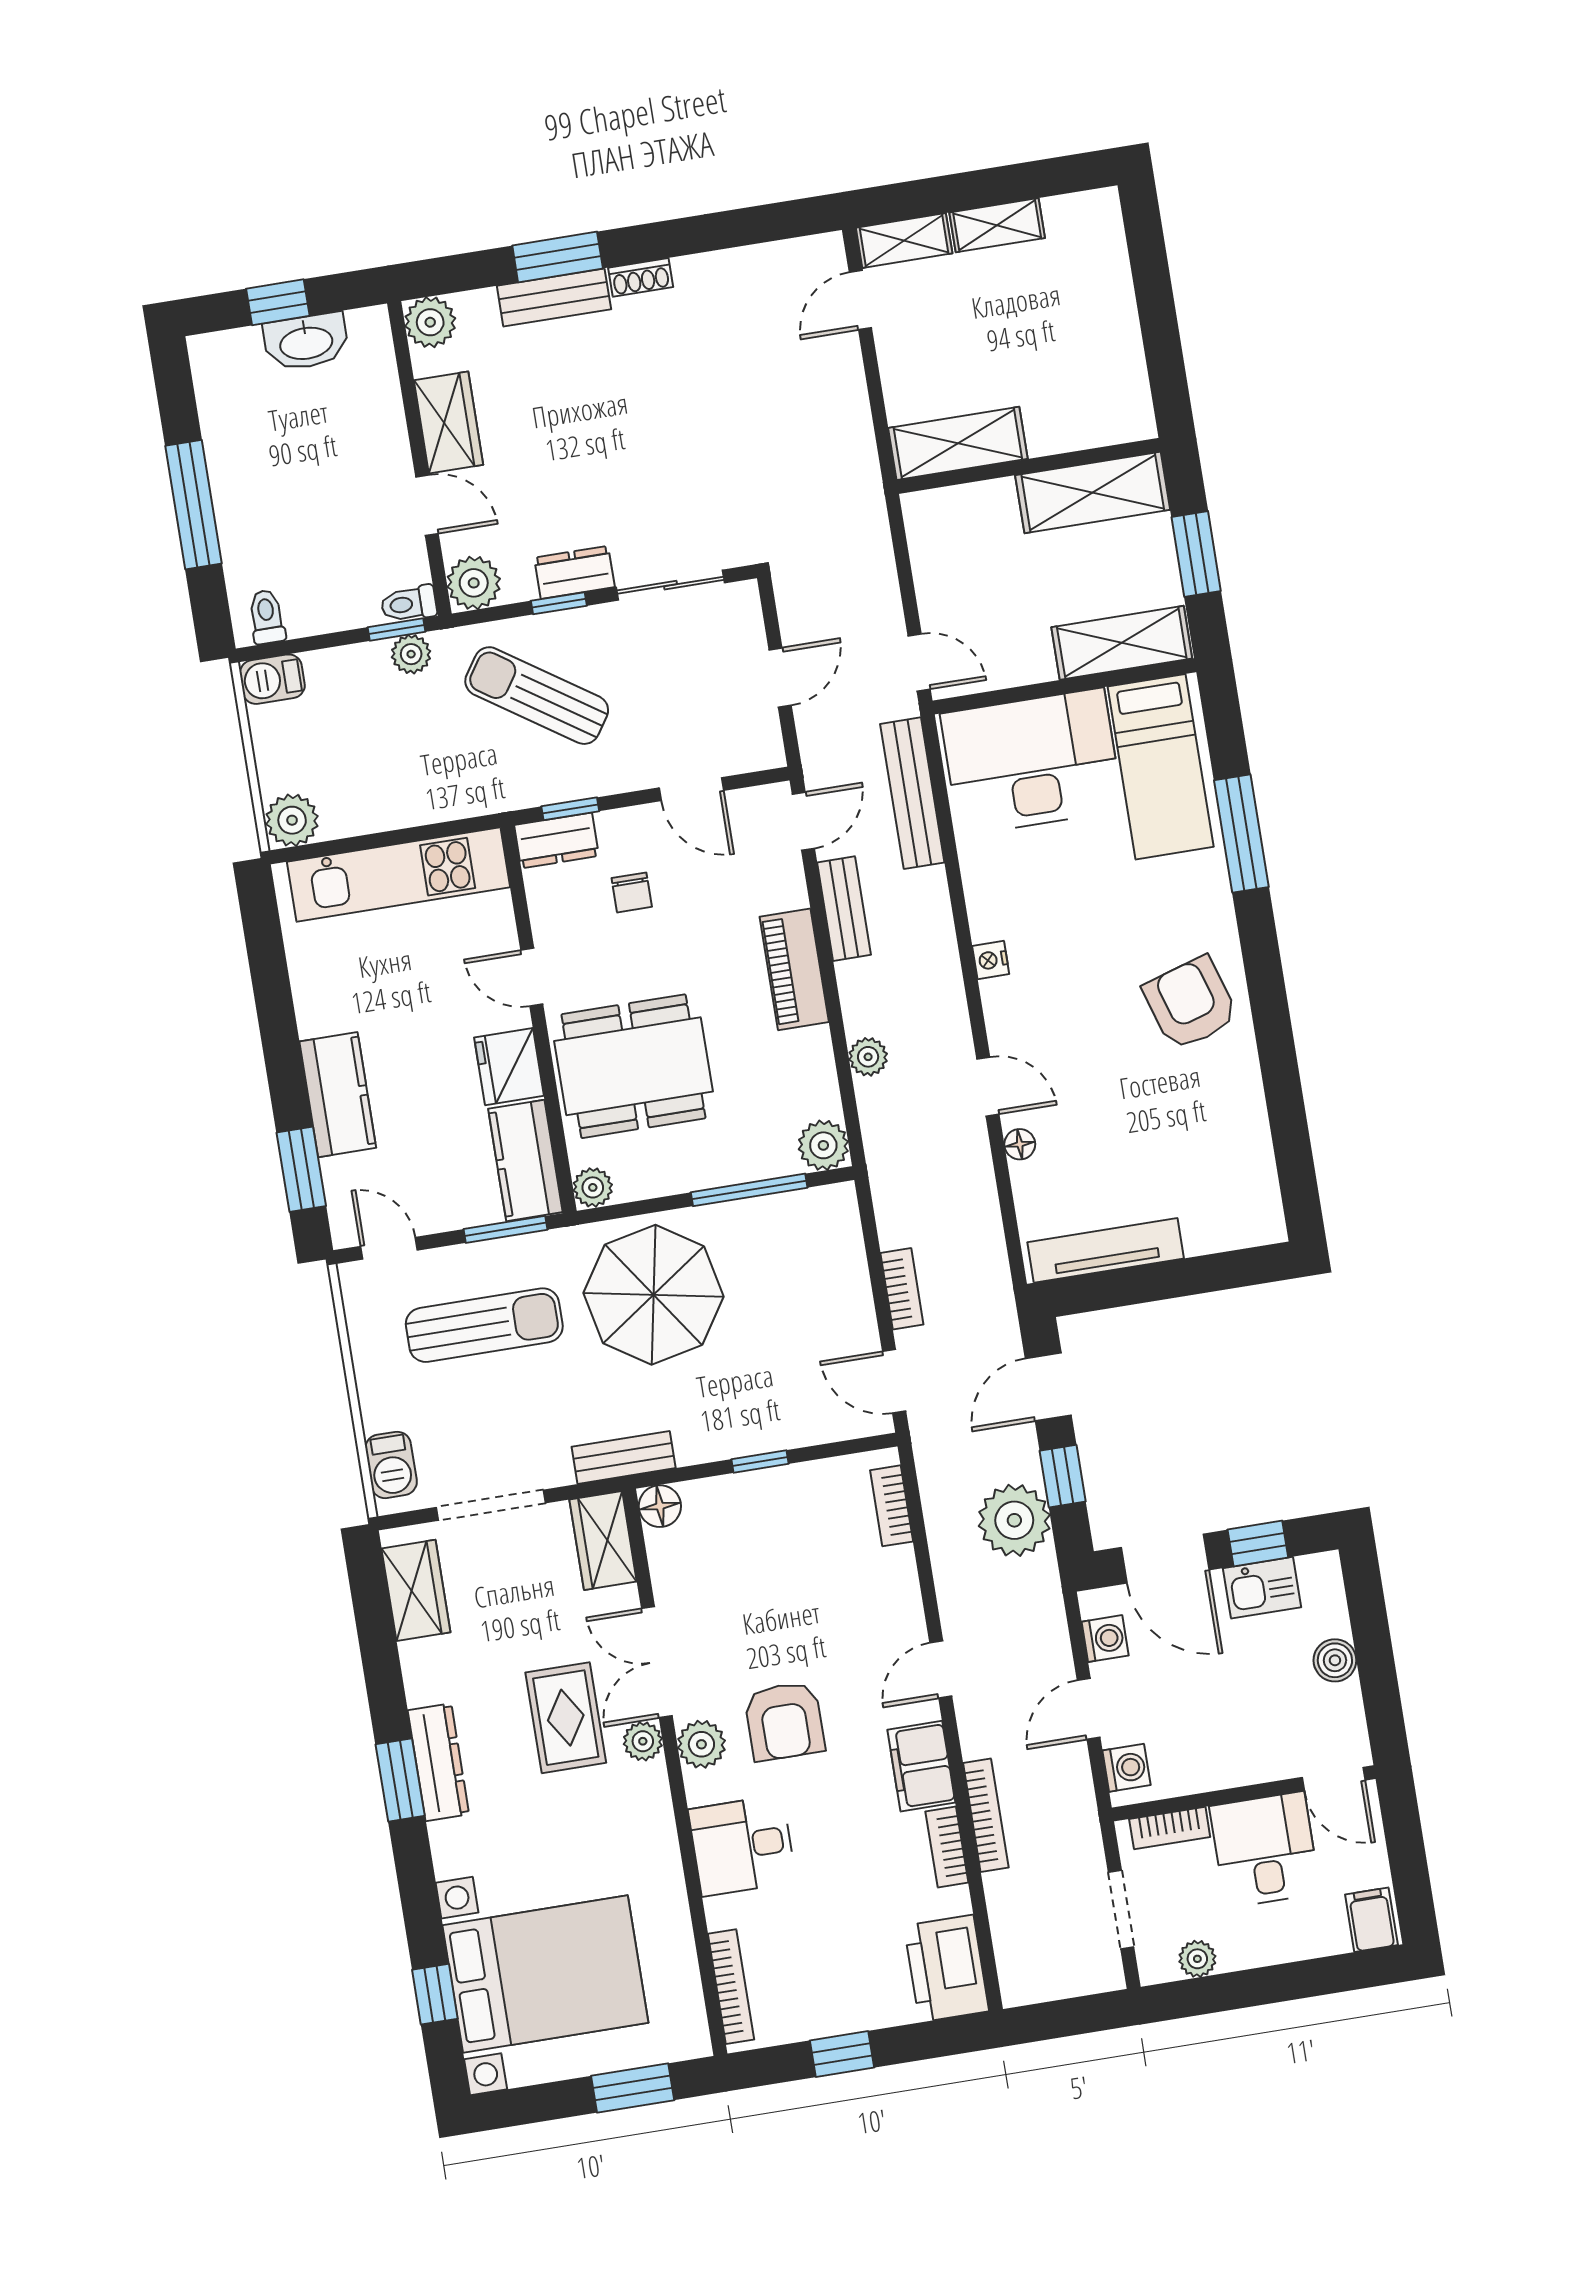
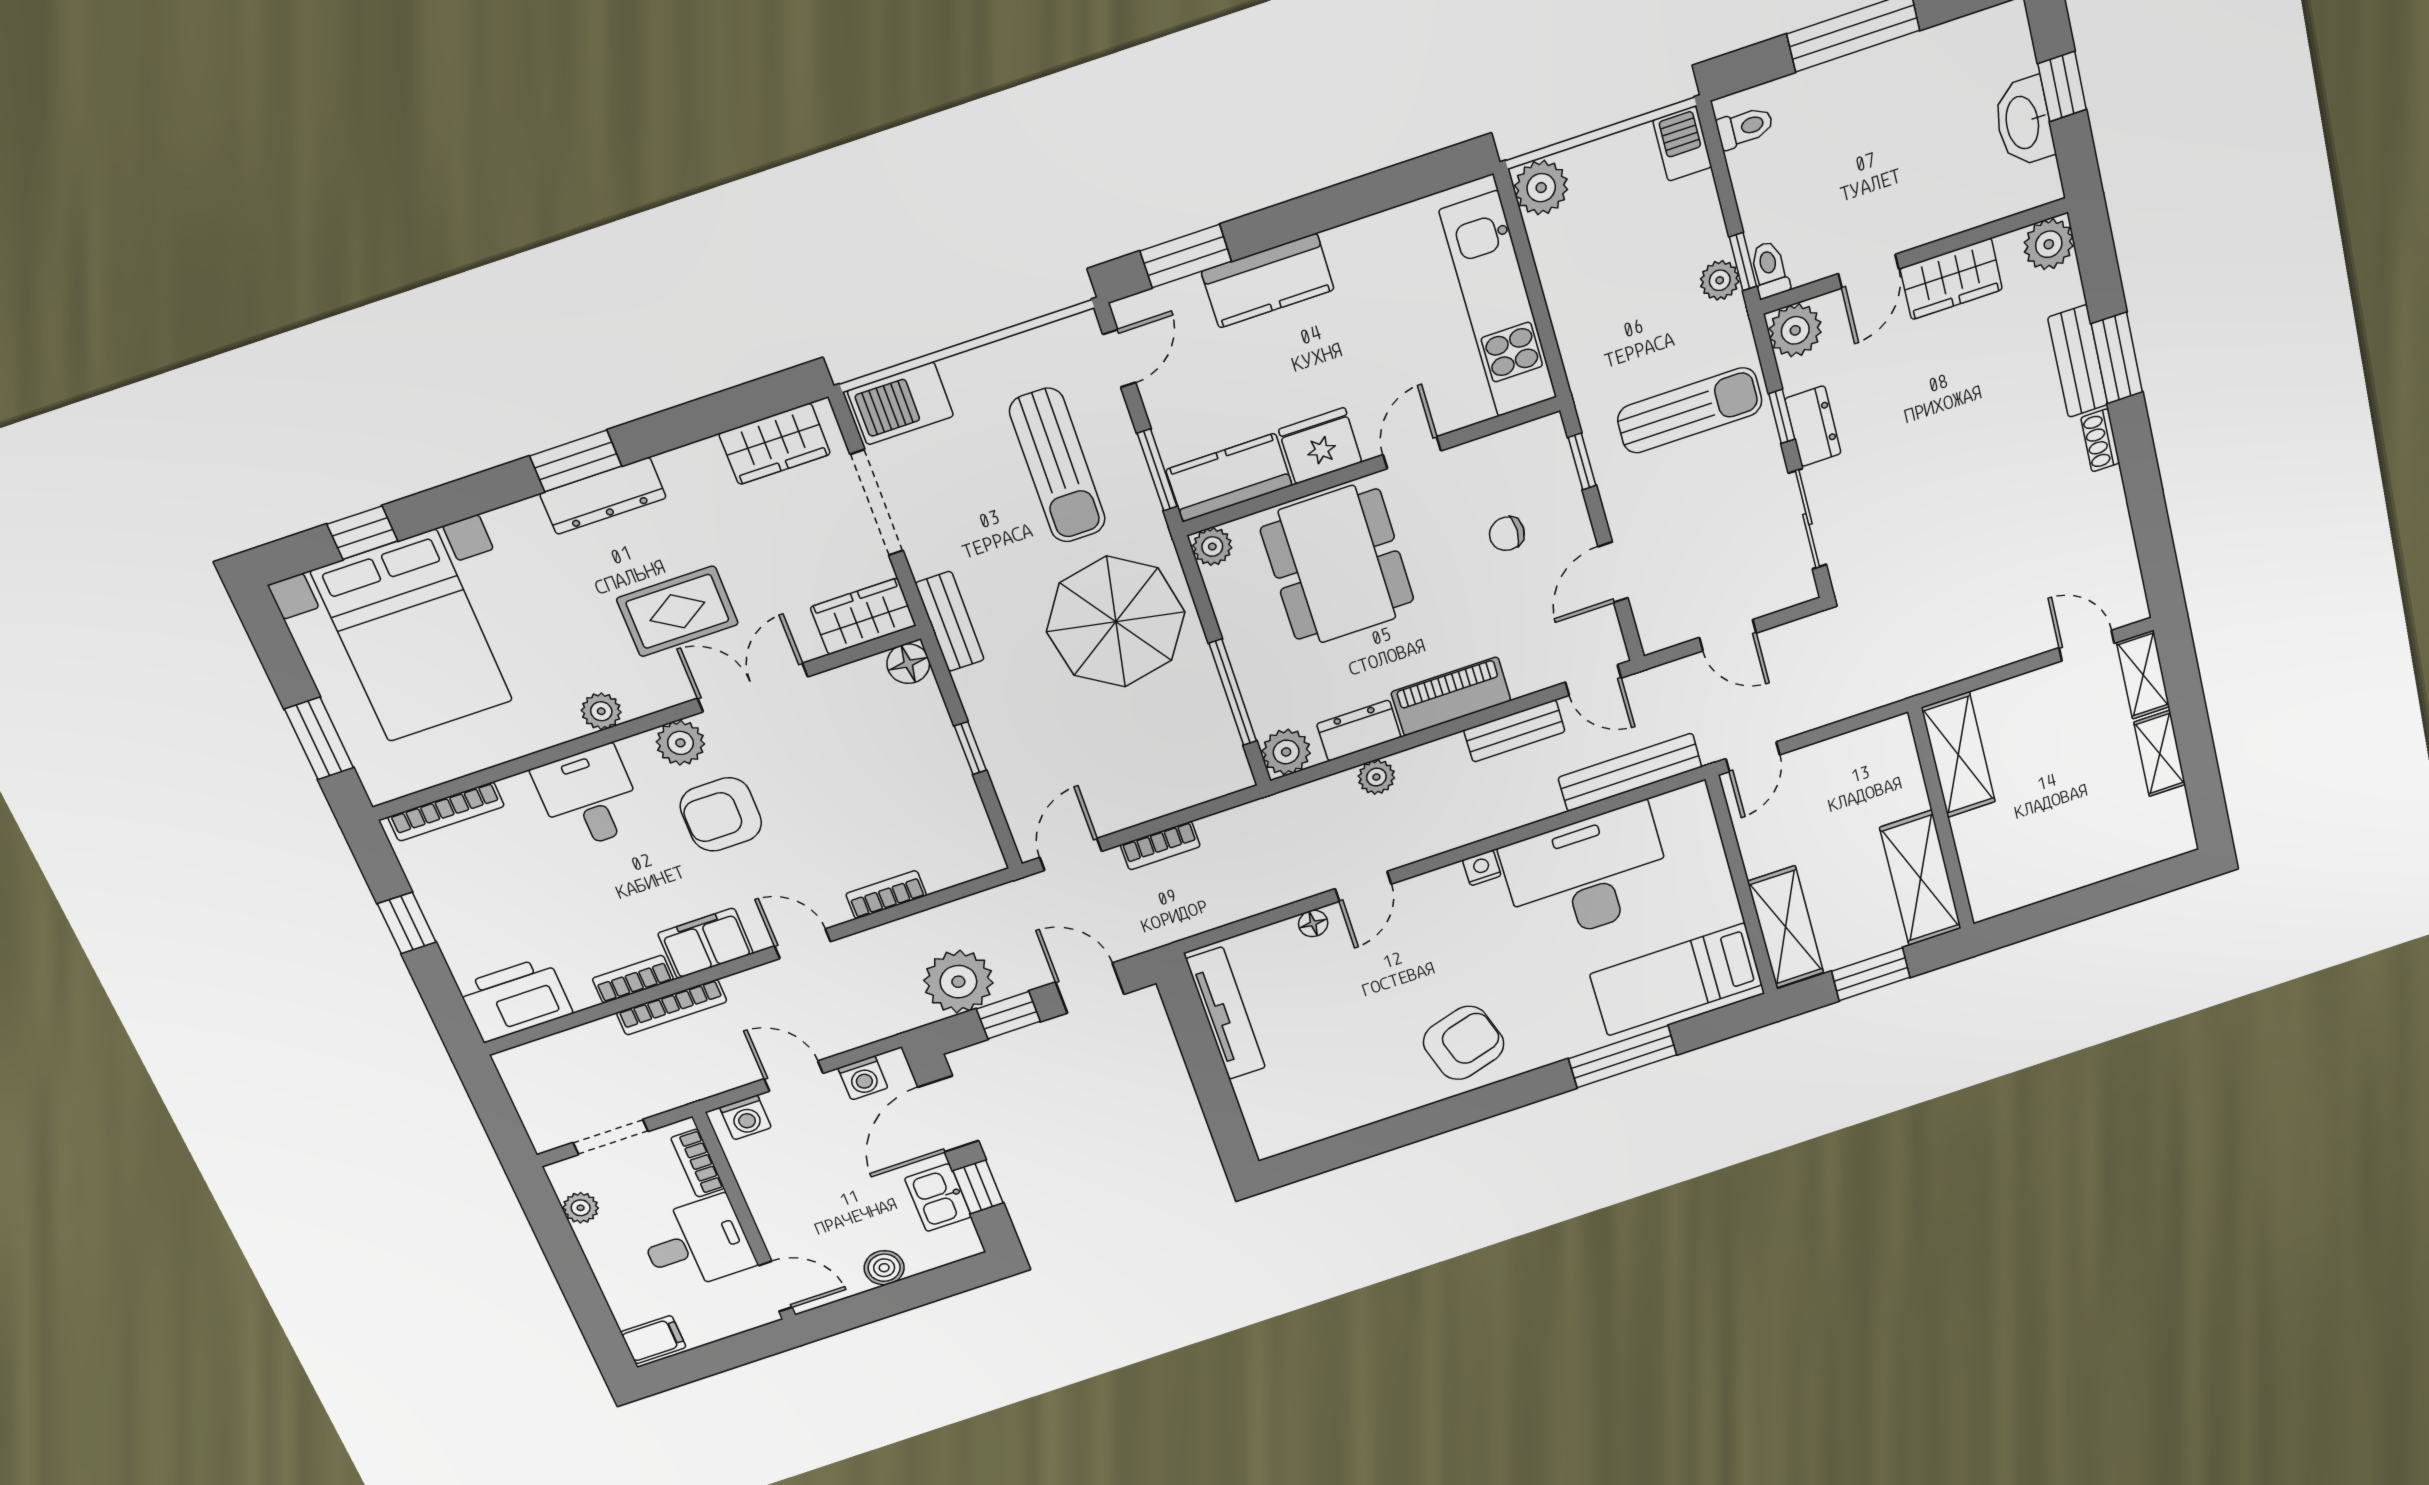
sun lounger: (537, 696) -> (1690, 410), turned 56
desk: (1032, 762) -> (1587, 875), moved, turned -90
dresser: (556, 841) -> (1359, 731), moved, turned 90
barbecue: (391, 1465) -> (900, 403), width x1.38, depth x1.27
bookcase: (892, 1506) -> (886, 895), moved
plant: (643, 1741) -> (601, 711), moved
door: (1334, 1779) -> (775, 1286), swing flipped

